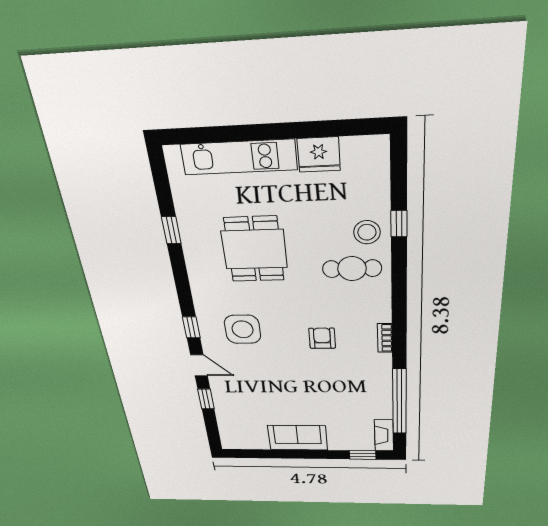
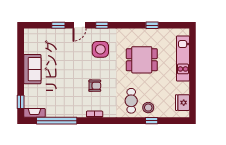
fridge: (319, 155) -> (182, 103), moved

